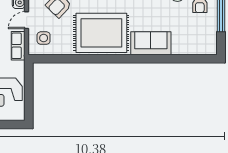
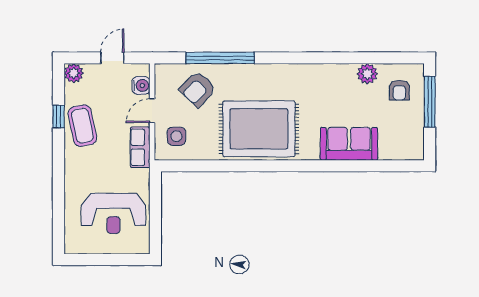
sofa: (151, 43) -> (349, 144), moved

